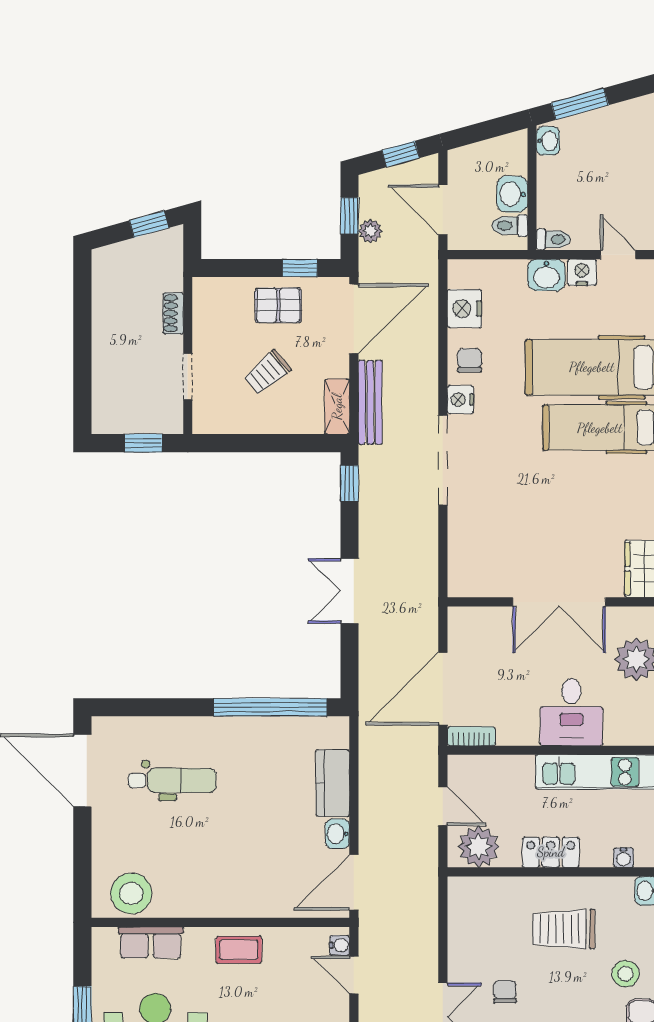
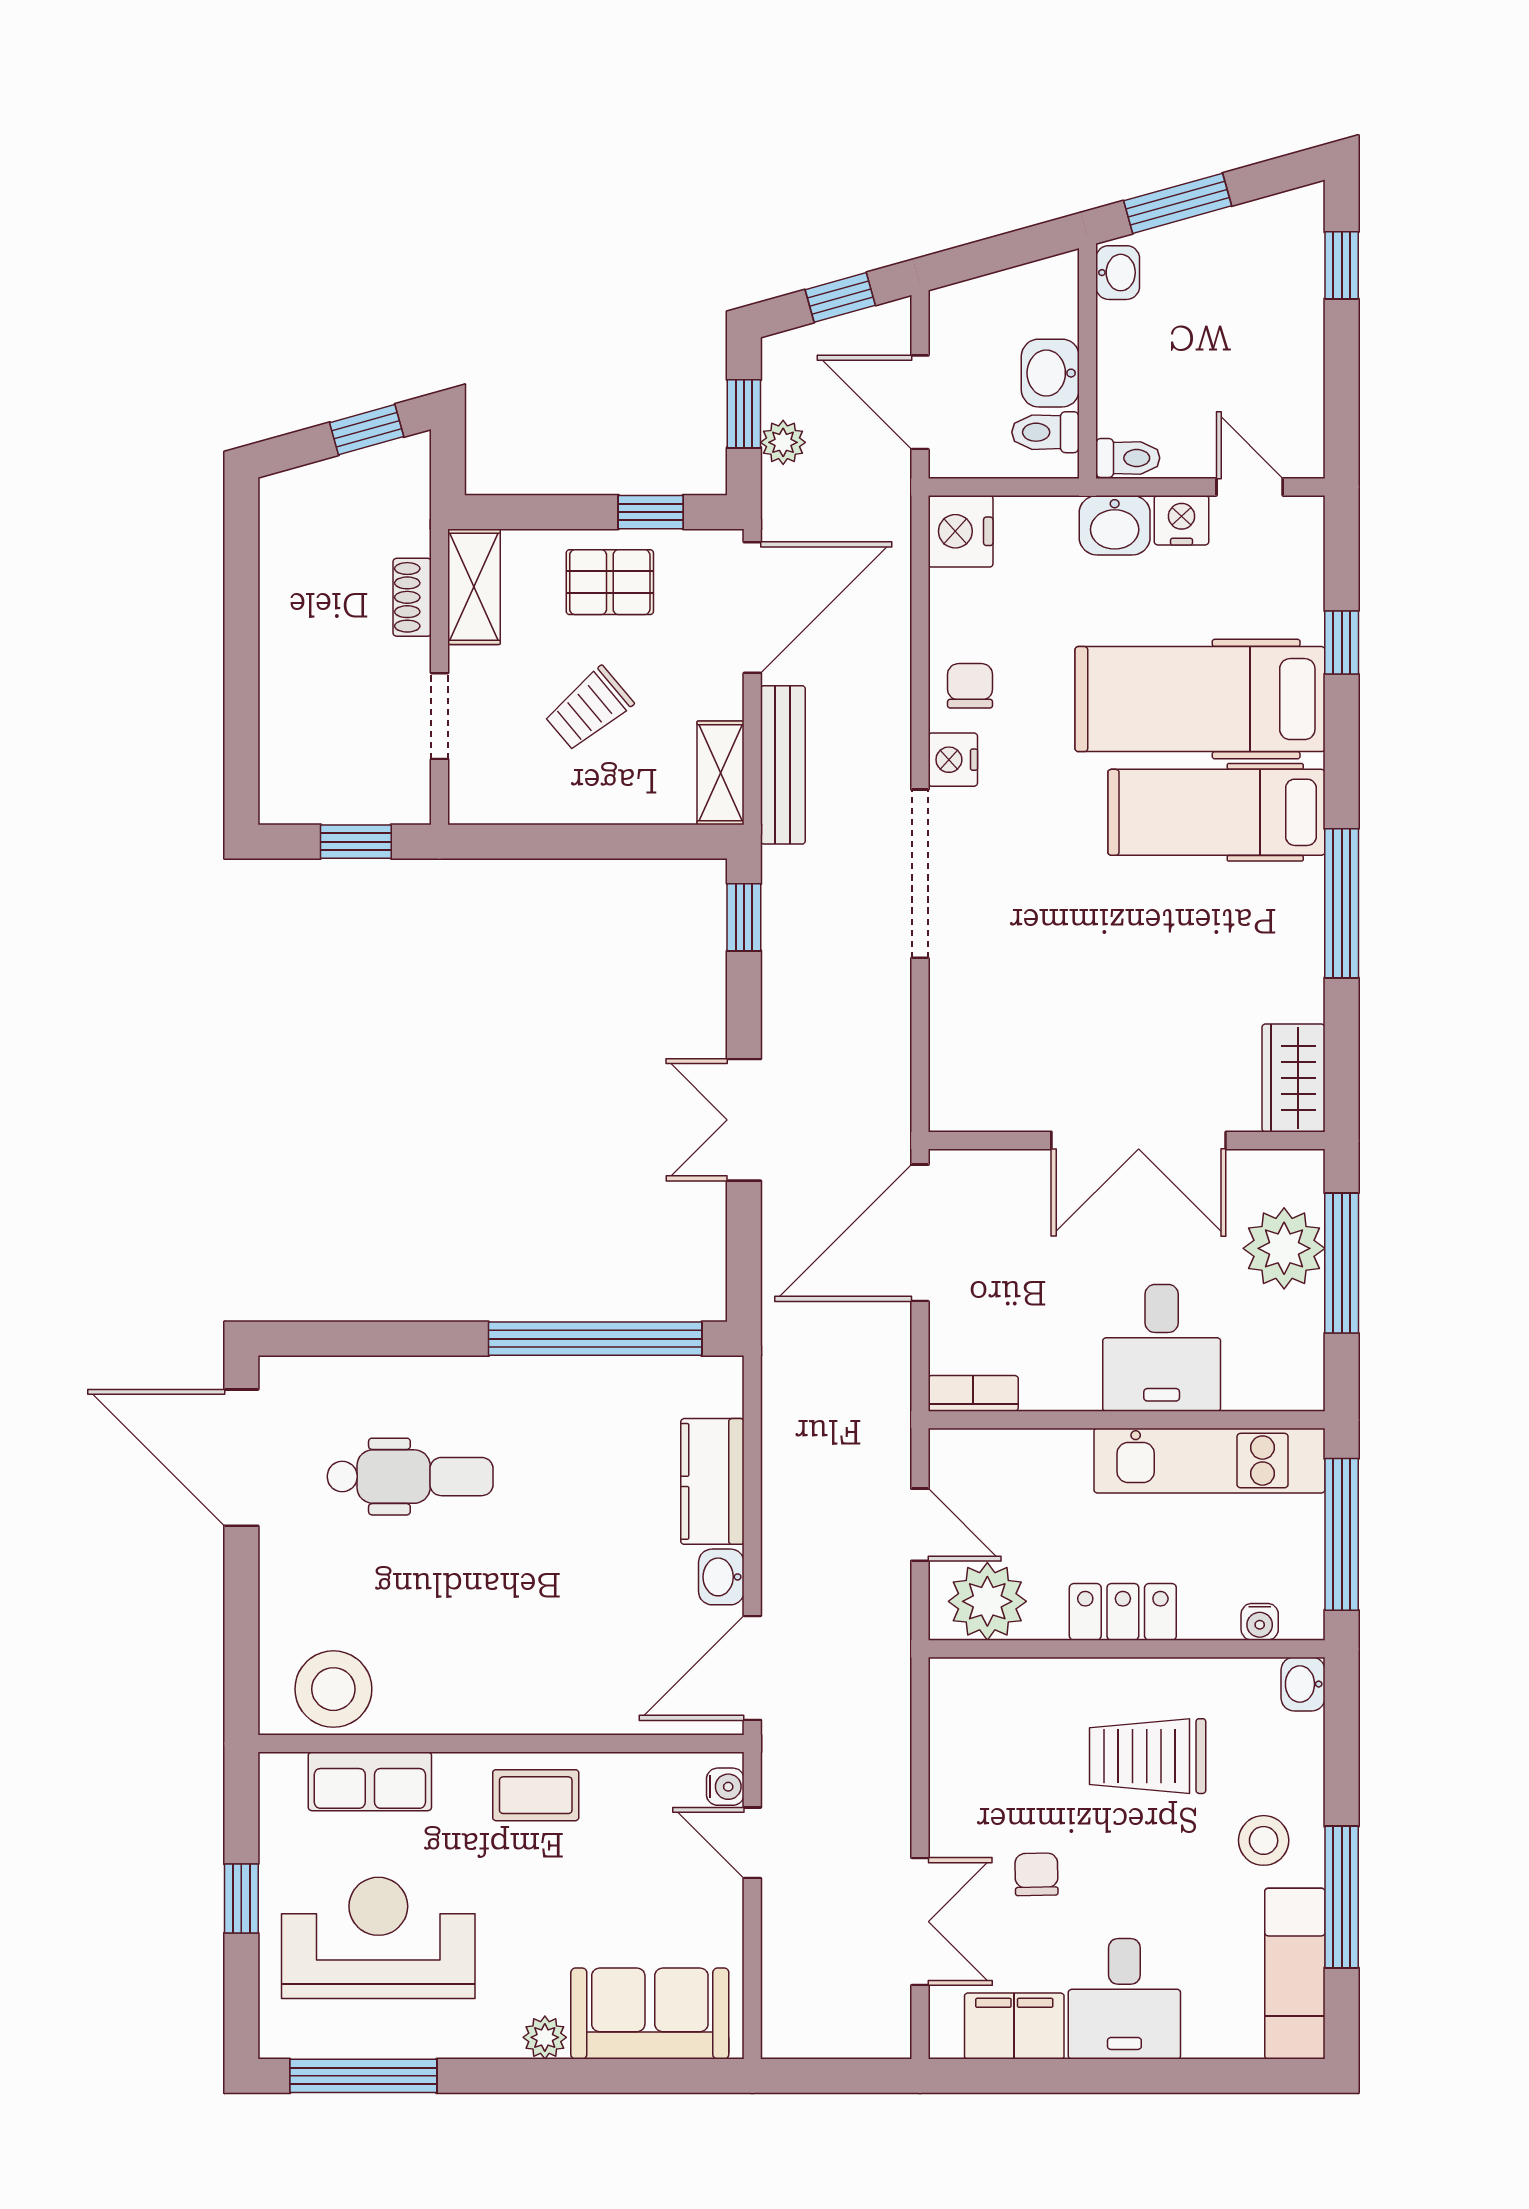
shelving: (206, 308) -> (474, 587), added
nightstand: (465, 309) -> (961, 531), moved
door: (443, 689) -> (920, 1233), moved

